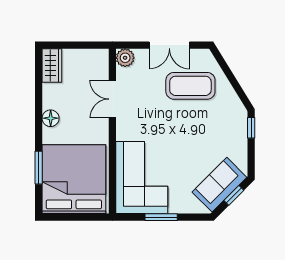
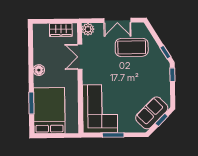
wardrobe: (52, 65) -> (61, 30), moved, turned 90
window: (241, 94) -> (165, 52), added
bed: (74, 179) -> (49, 111), width x0.73

